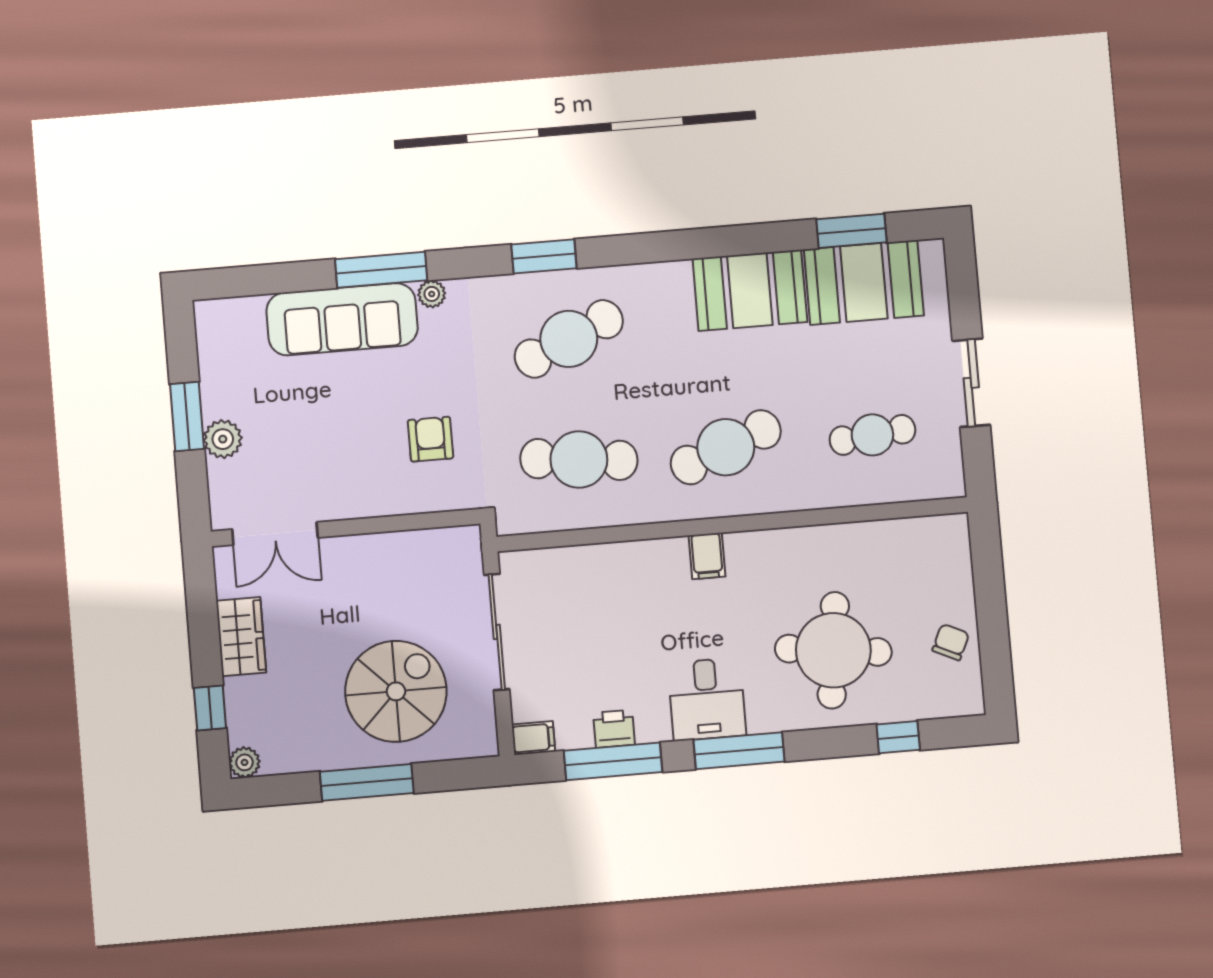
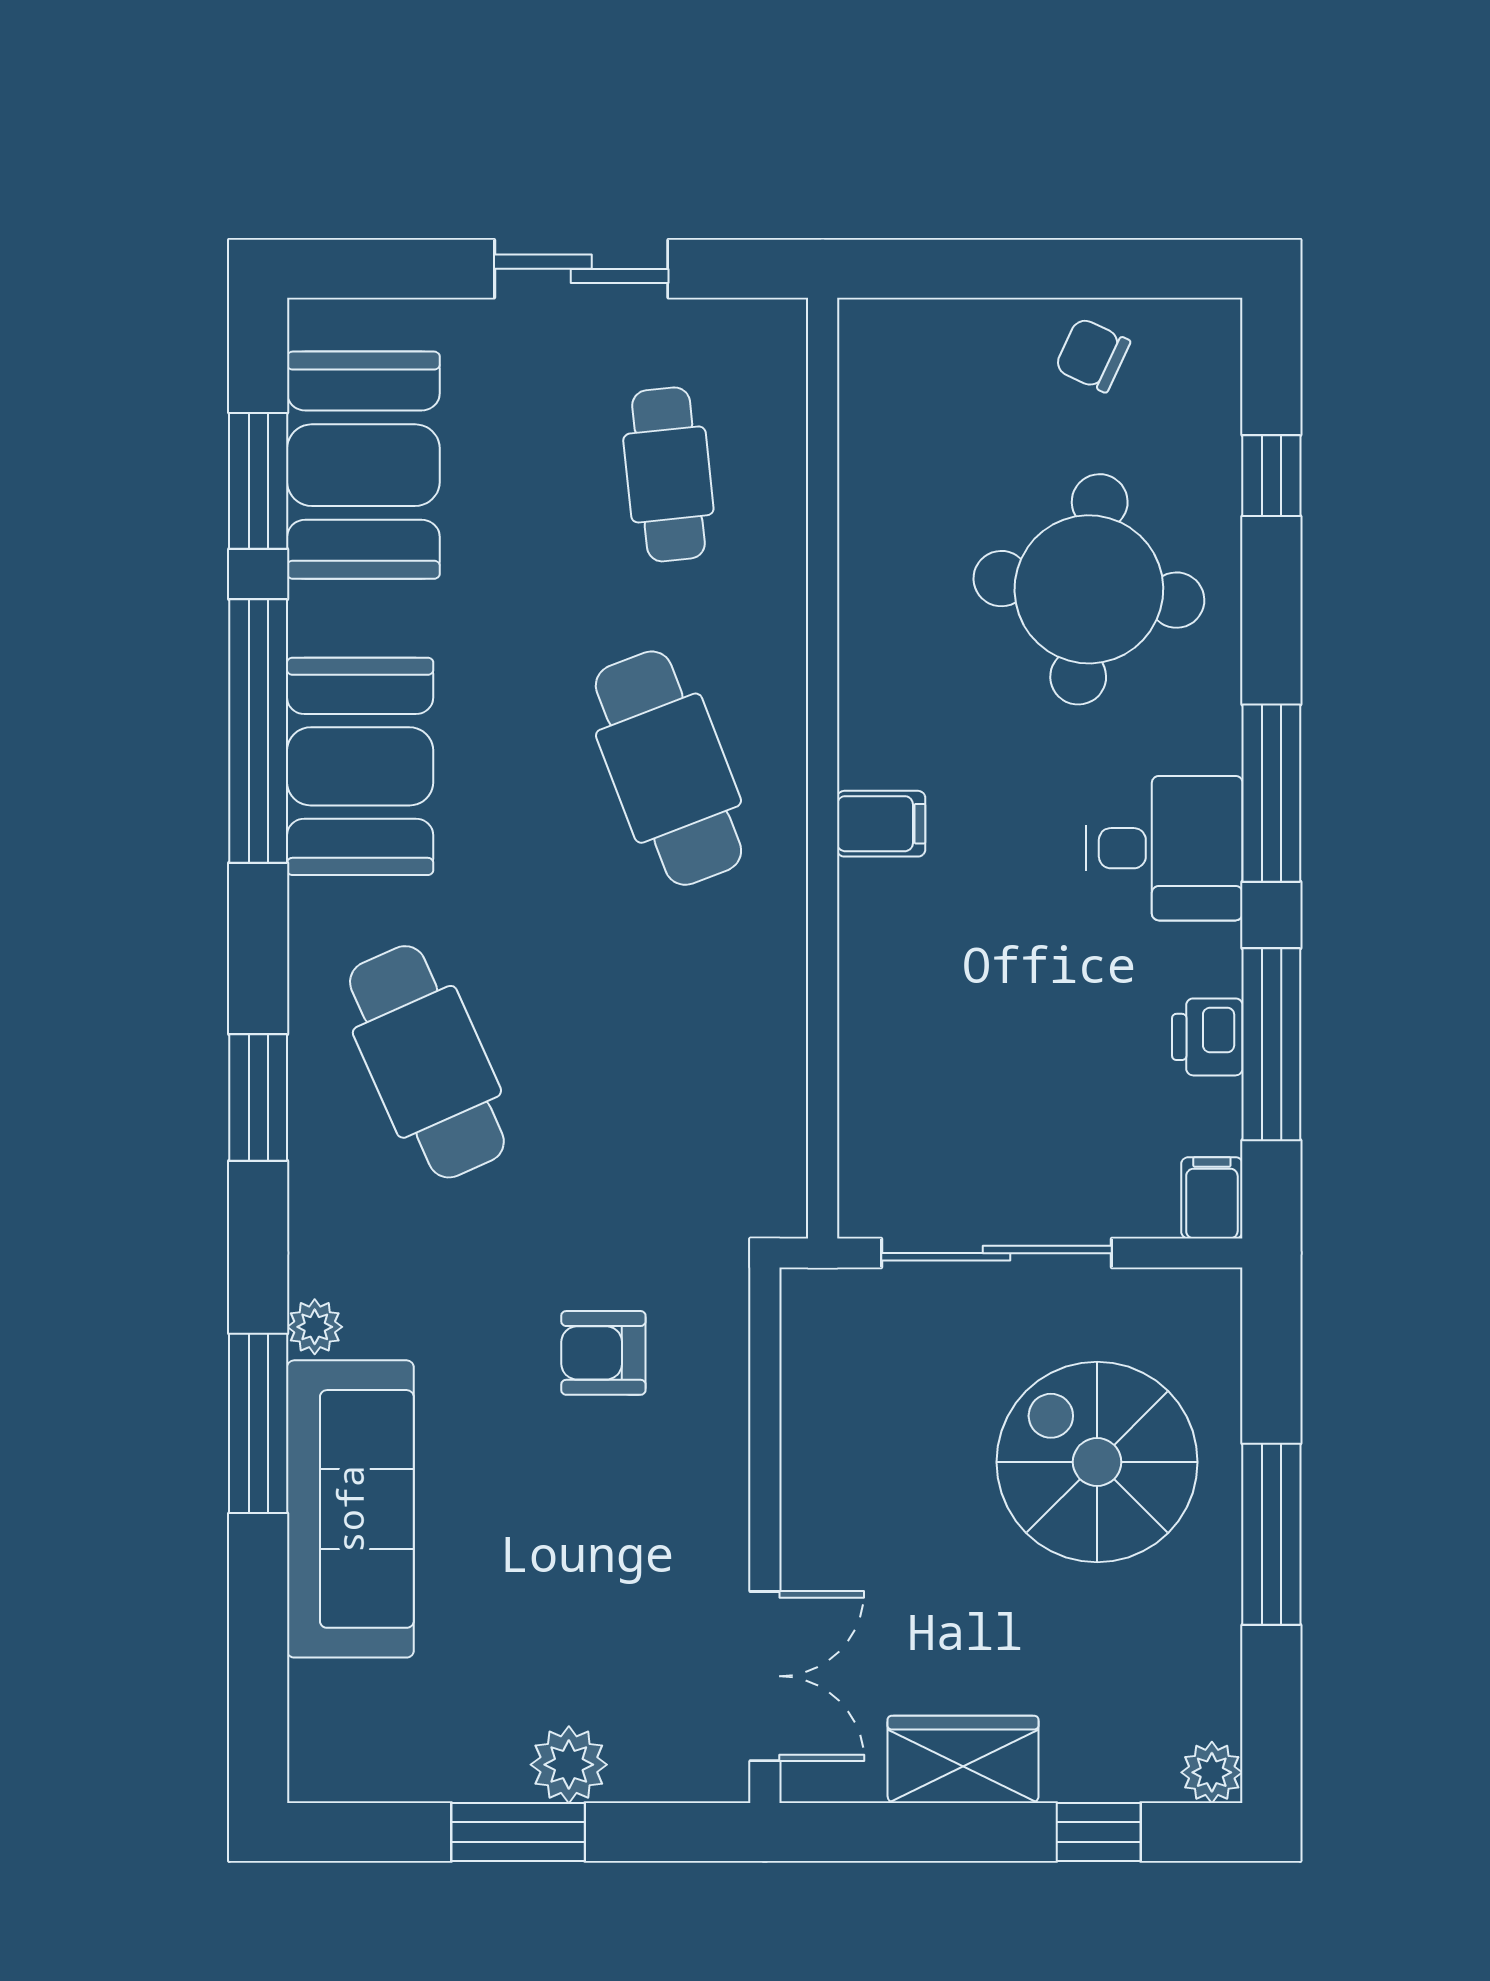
window: (727, 241) -> (258, 731), added
booth: (750, 290) -> (360, 766), moved
cafe table: (579, 459) -> (668, 1062), removed

